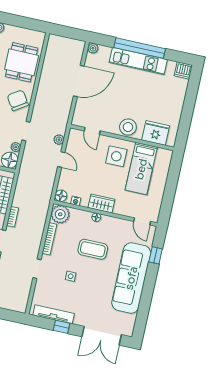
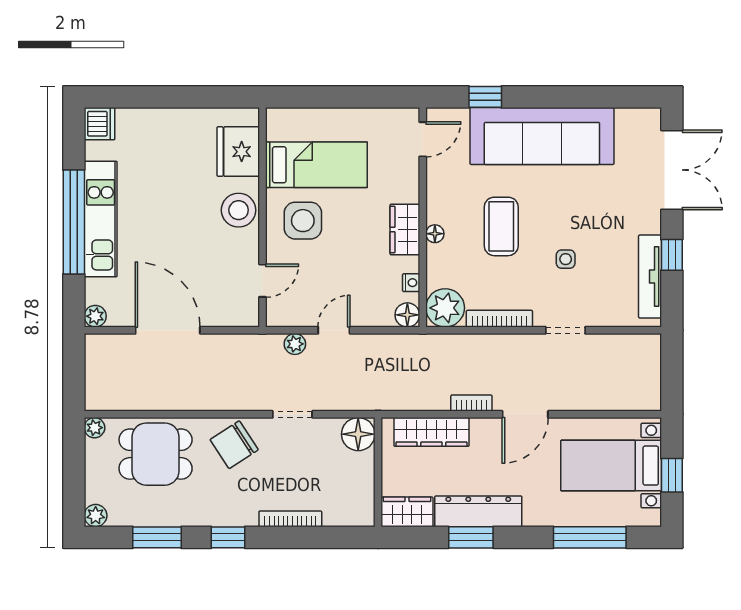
plant: (16, 147) -> (94, 428), moved

